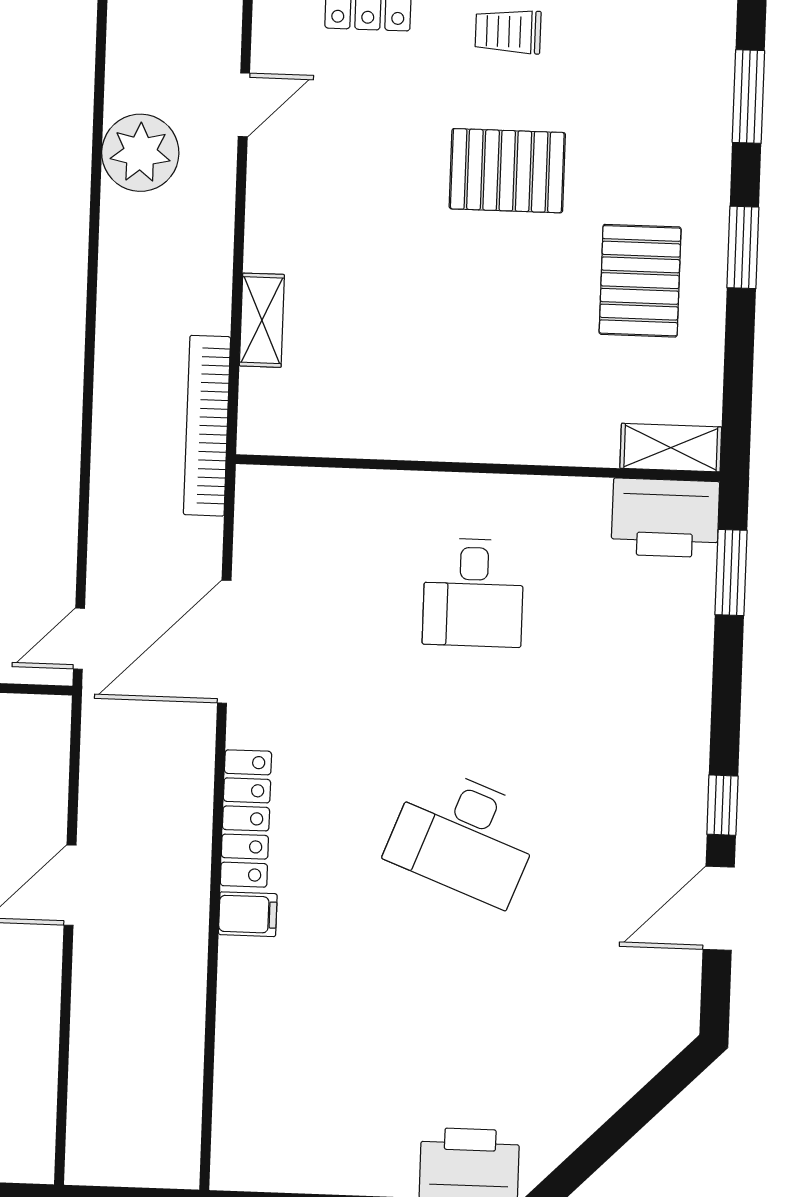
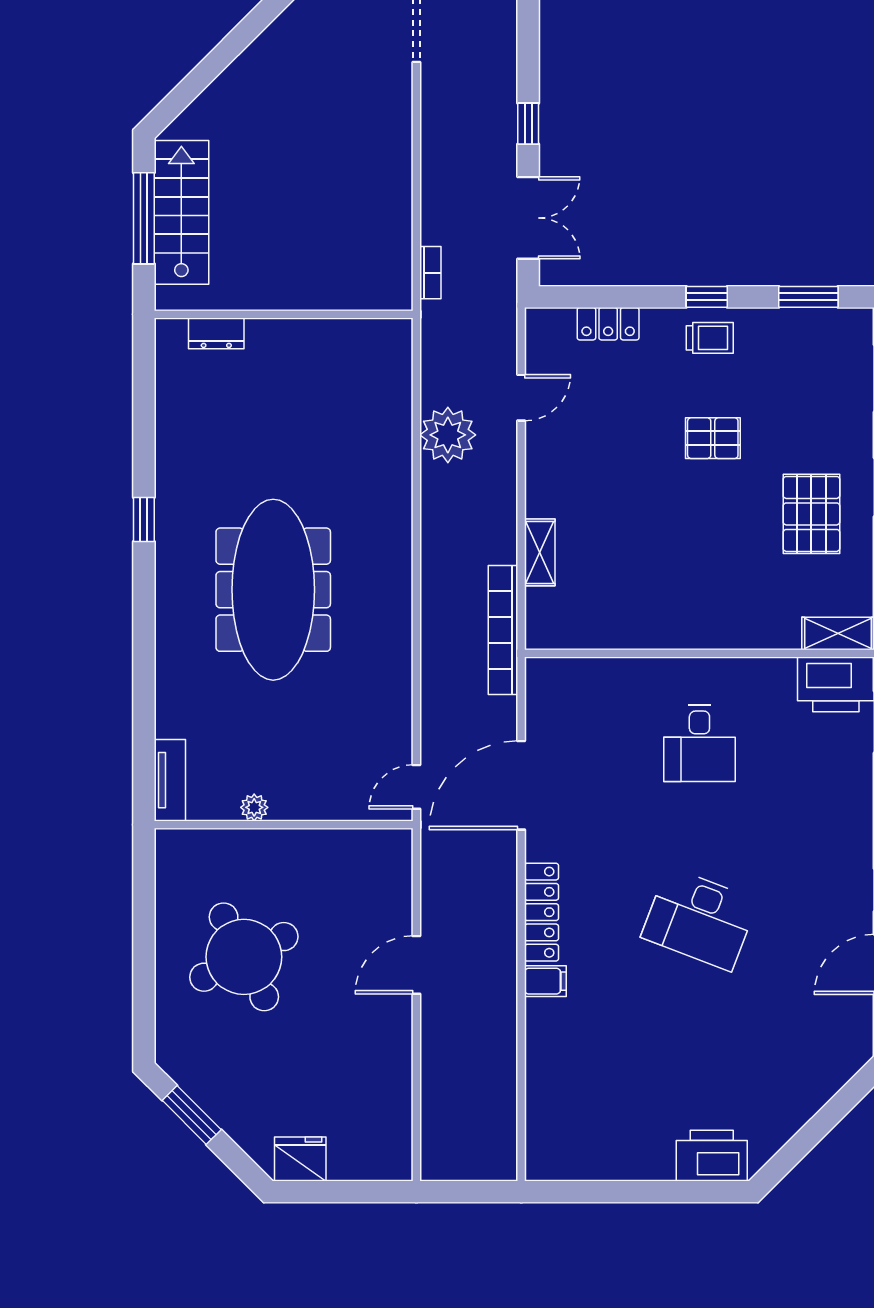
trolley: (508, 32) -> (710, 338), turned 180
pallet: (507, 171) -> (713, 438), width x0.67, depth x0.71

